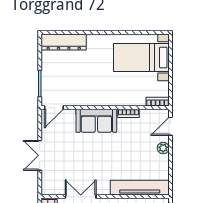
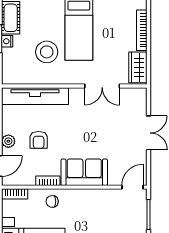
chair: (125, 95) -> (52, 201), added
armchair: (137, 149) -> (39, 140), added

